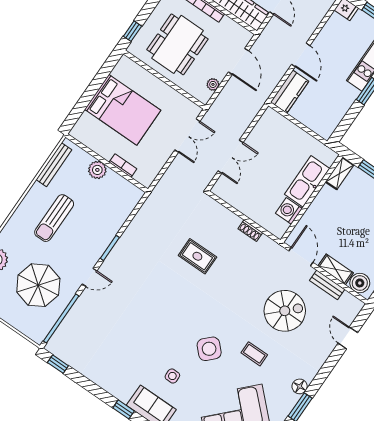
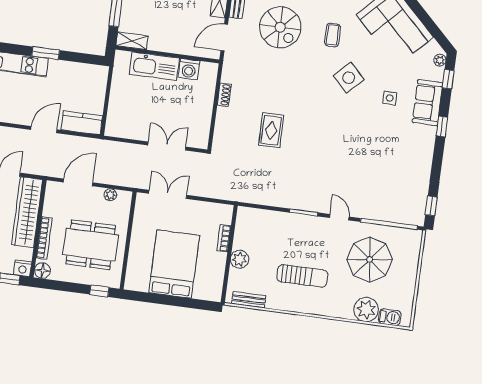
bench: (54, 165) -> (249, 300), width x0.73
spiral stairs: (285, 311) -> (280, 27), turned 180

